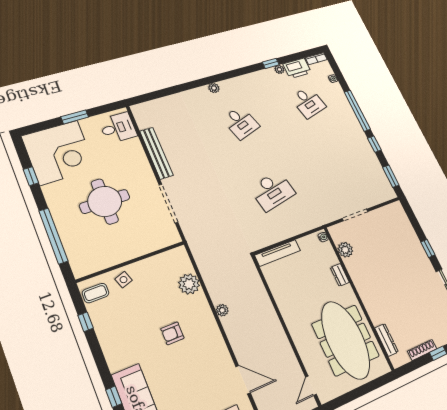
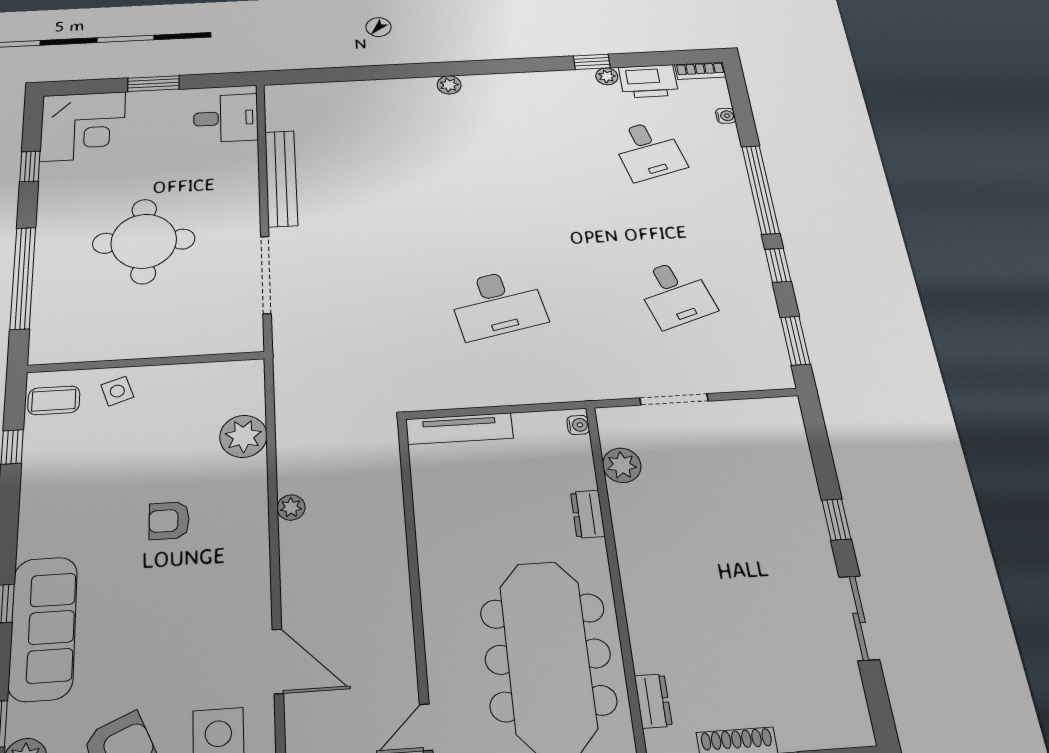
desk: (241, 123) -> (675, 294), moved
corner desk: (59, 152) -> (83, 126), width x0.74, depth x0.74
dresser: (387, 340) -> (653, 701), width x0.70

